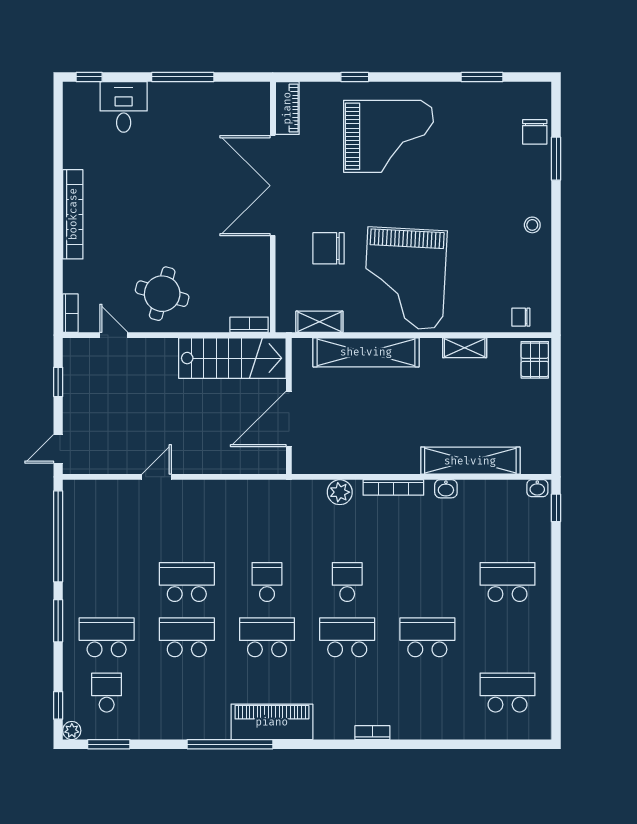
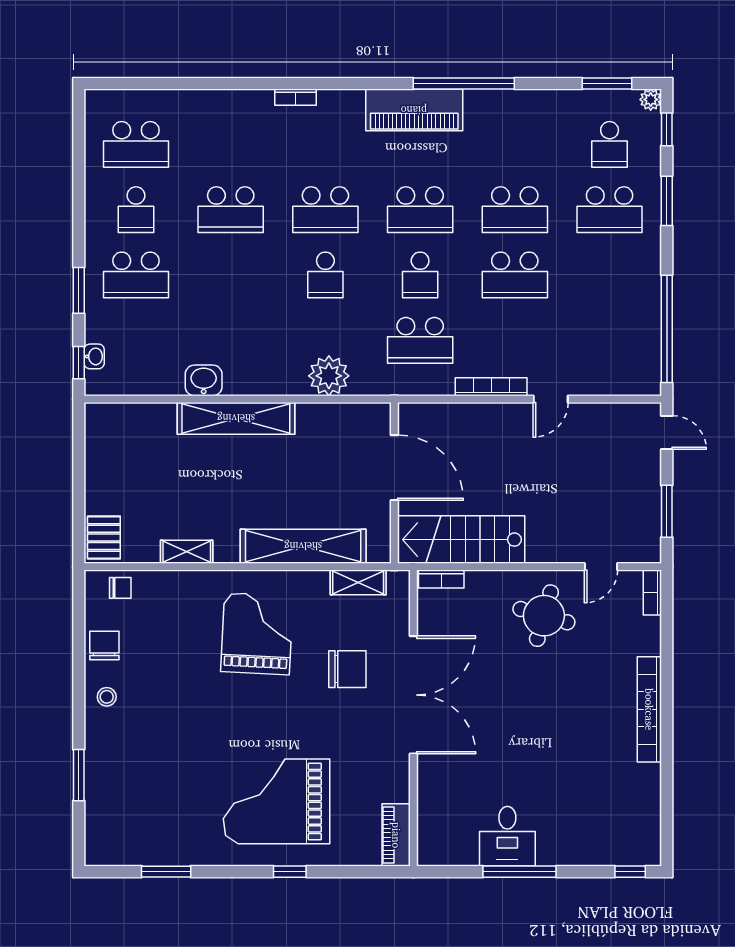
window: (355, 77) -> (290, 872), moved
desk: (124, 107) -> (507, 836), moved
chair: (535, 132) -> (104, 646), moved
double door: (273, 186) -> (413, 695), moved
grand piano: (405, 278) -> (257, 634), width x0.73, depth x0.68
door: (114, 335) -> (601, 567), hinge flipped
window: (58, 382) -> (667, 511), width x1.50
door: (289, 419) -> (394, 468), hinge flipped
door: (58, 449) -> (667, 432), hinge flipped
shelving: (470, 461) -> (236, 418), moved
bookcase: (393, 487) -> (491, 387), moved
washbasin: (537, 488) -> (94, 356), moved, turned 90
washbasin: (446, 489) -> (204, 380), width x1.38, depth x1.45
plant: (340, 492) -> (329, 376), width x1.36, depth x1.36
school desk: (267, 527) -> (420, 340), added
window: (556, 569) -> (79, 290), added
window: (58, 621) -> (667, 201), moved
school desk: (508, 637) -> (136, 210), added

